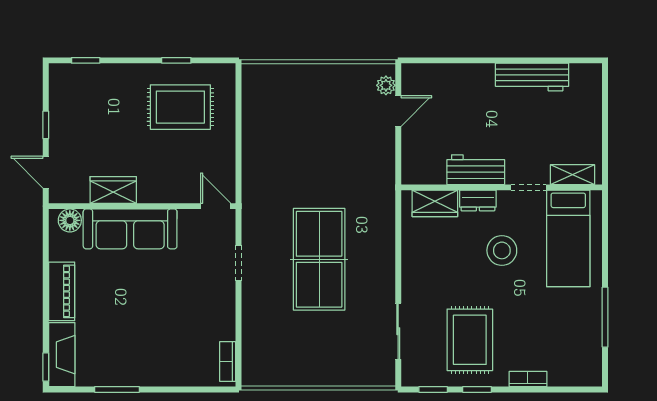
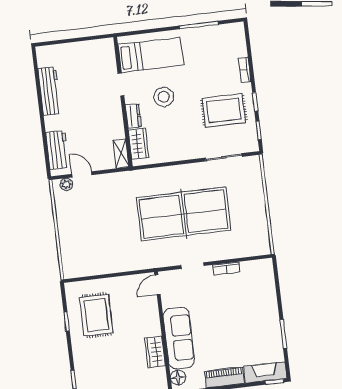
workbench: (476, 170) -> (57, 150), moved, turned 180
shelving: (573, 175) -> (121, 153), moved
table tennis table: (319, 259) -> (184, 214), width x1.36, depth x1.32
bookcase: (228, 361) -> (226, 269), moved

